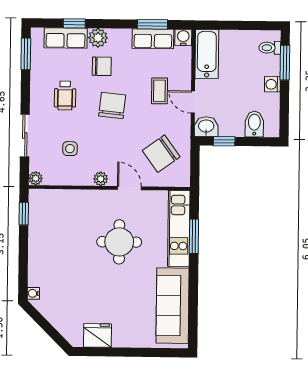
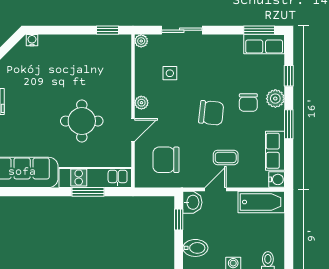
window: (152, 24) -> (289, 124), moved
row of seats: (66, 38) -> (264, 44), moved, turned -90
wheelchair: (65, 96) -> (220, 68), removed
chair: (161, 154) -> (166, 160), turned -54

